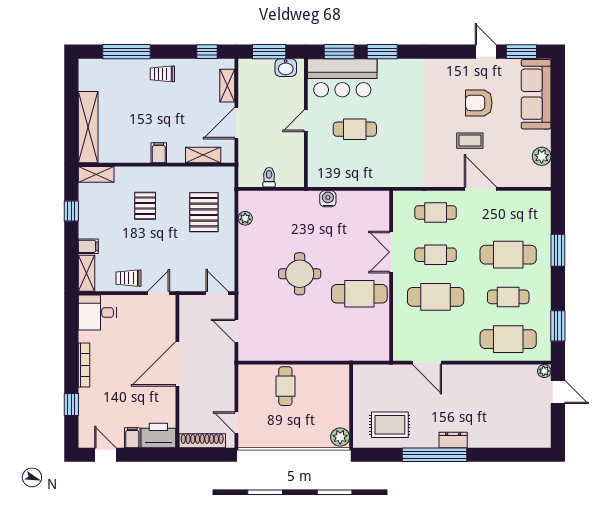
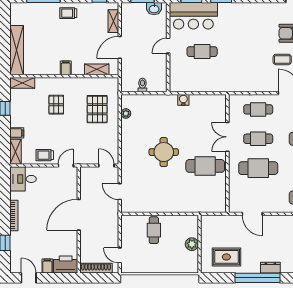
plant: (340, 437) -> (192, 244), moved

